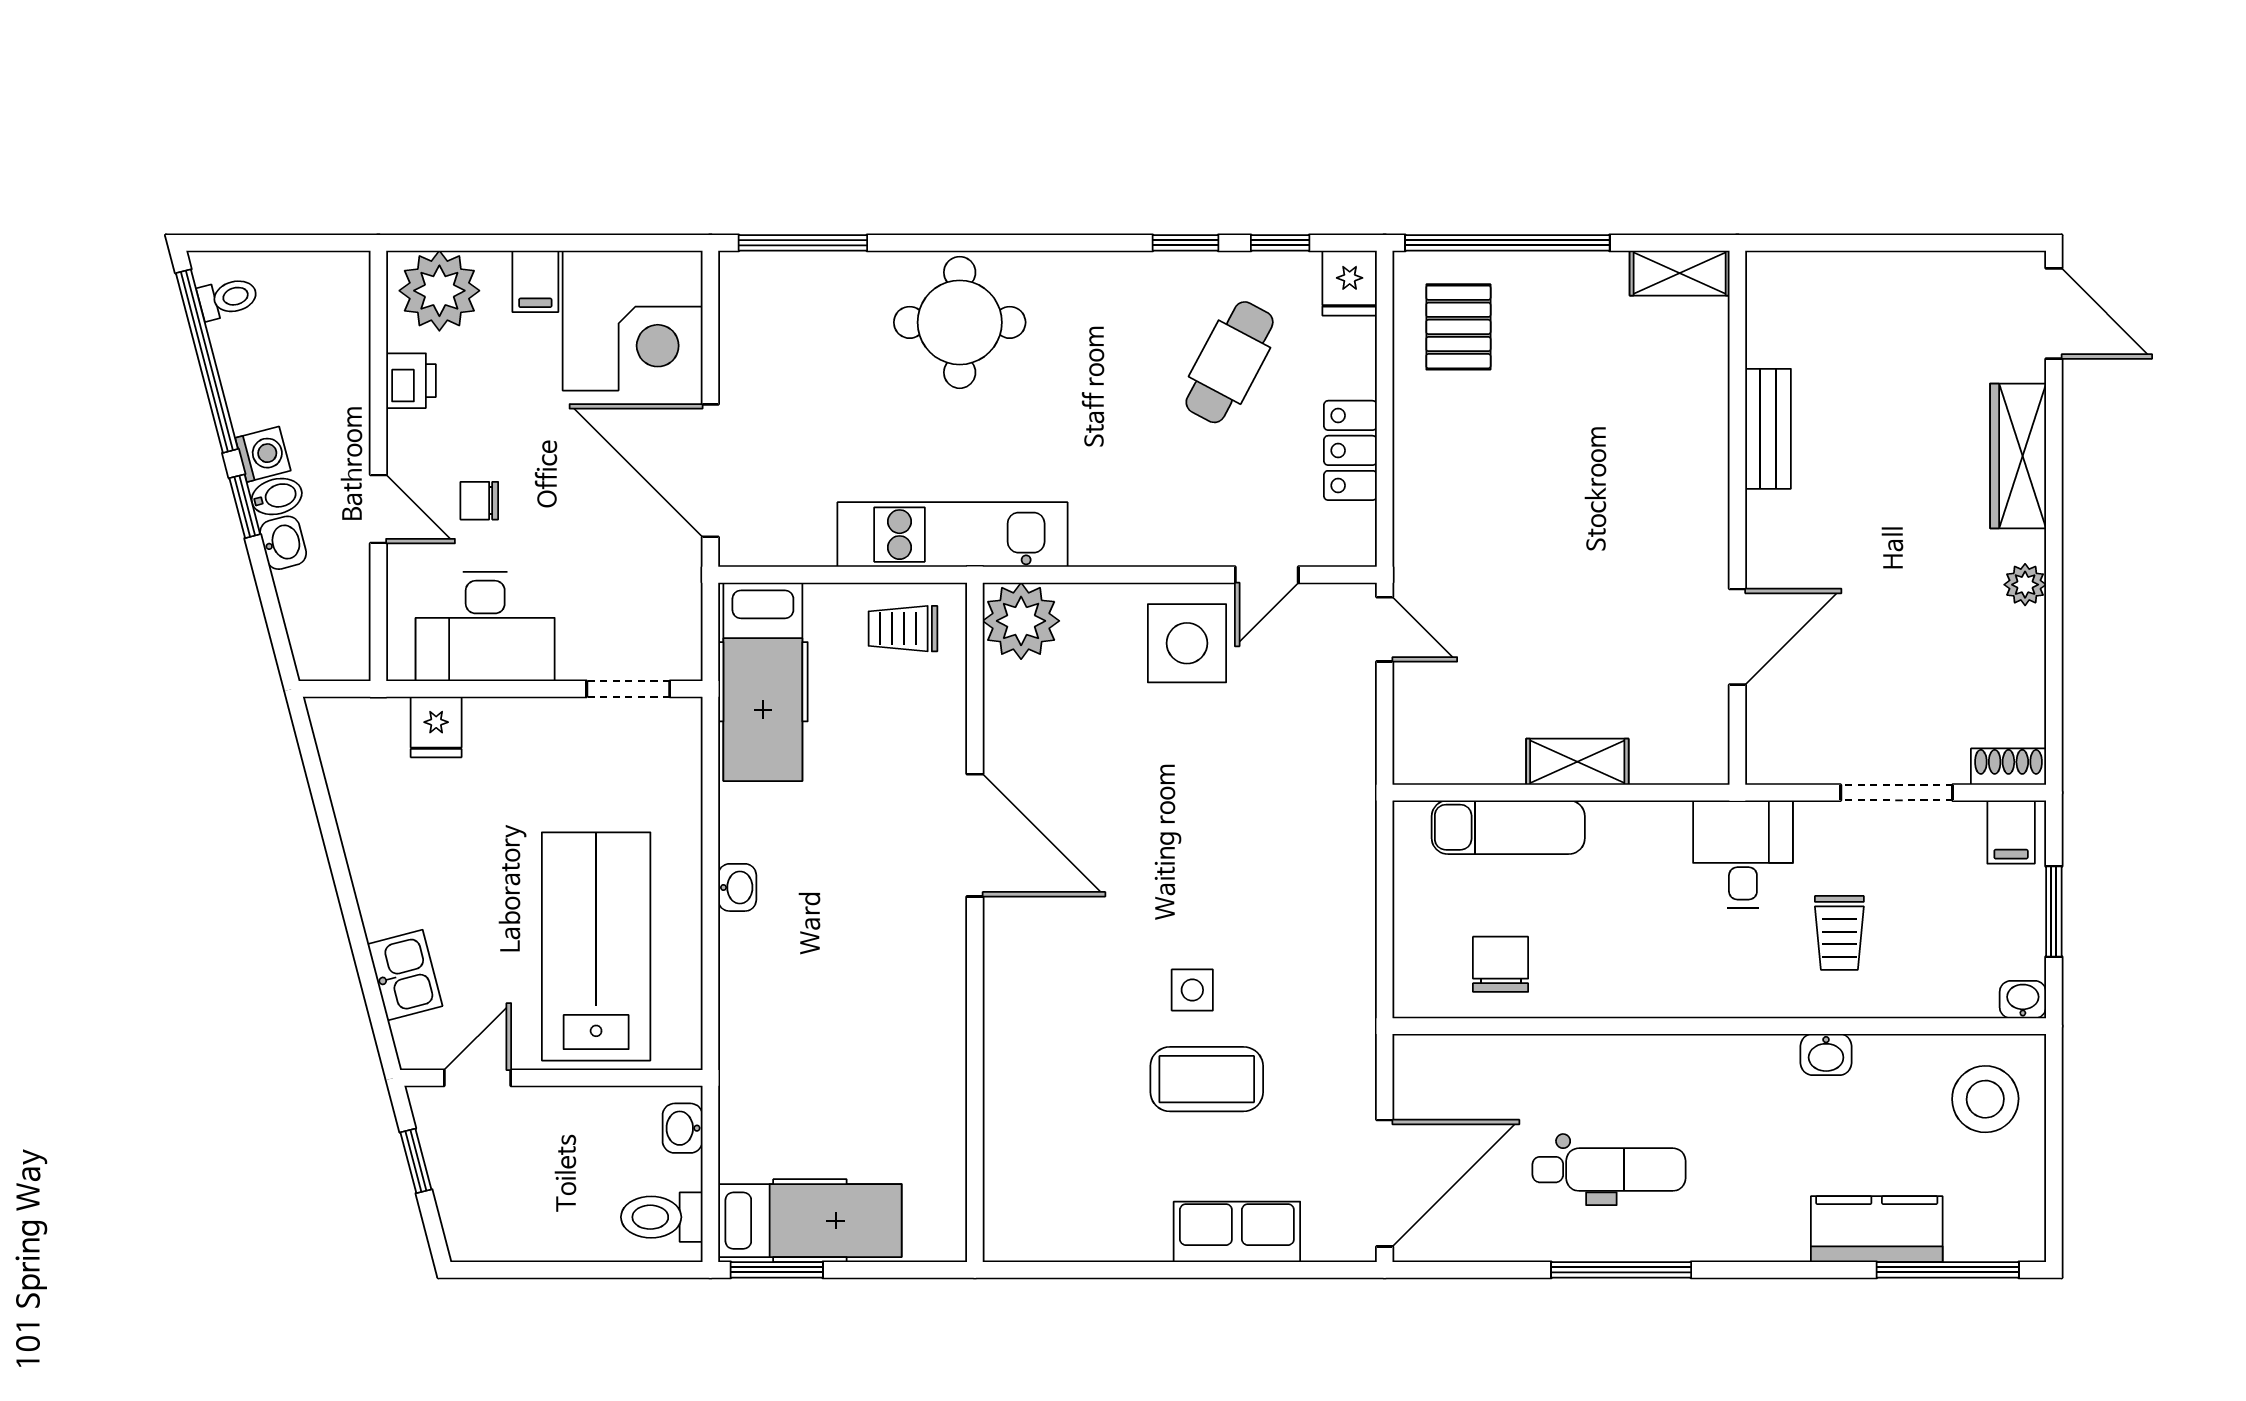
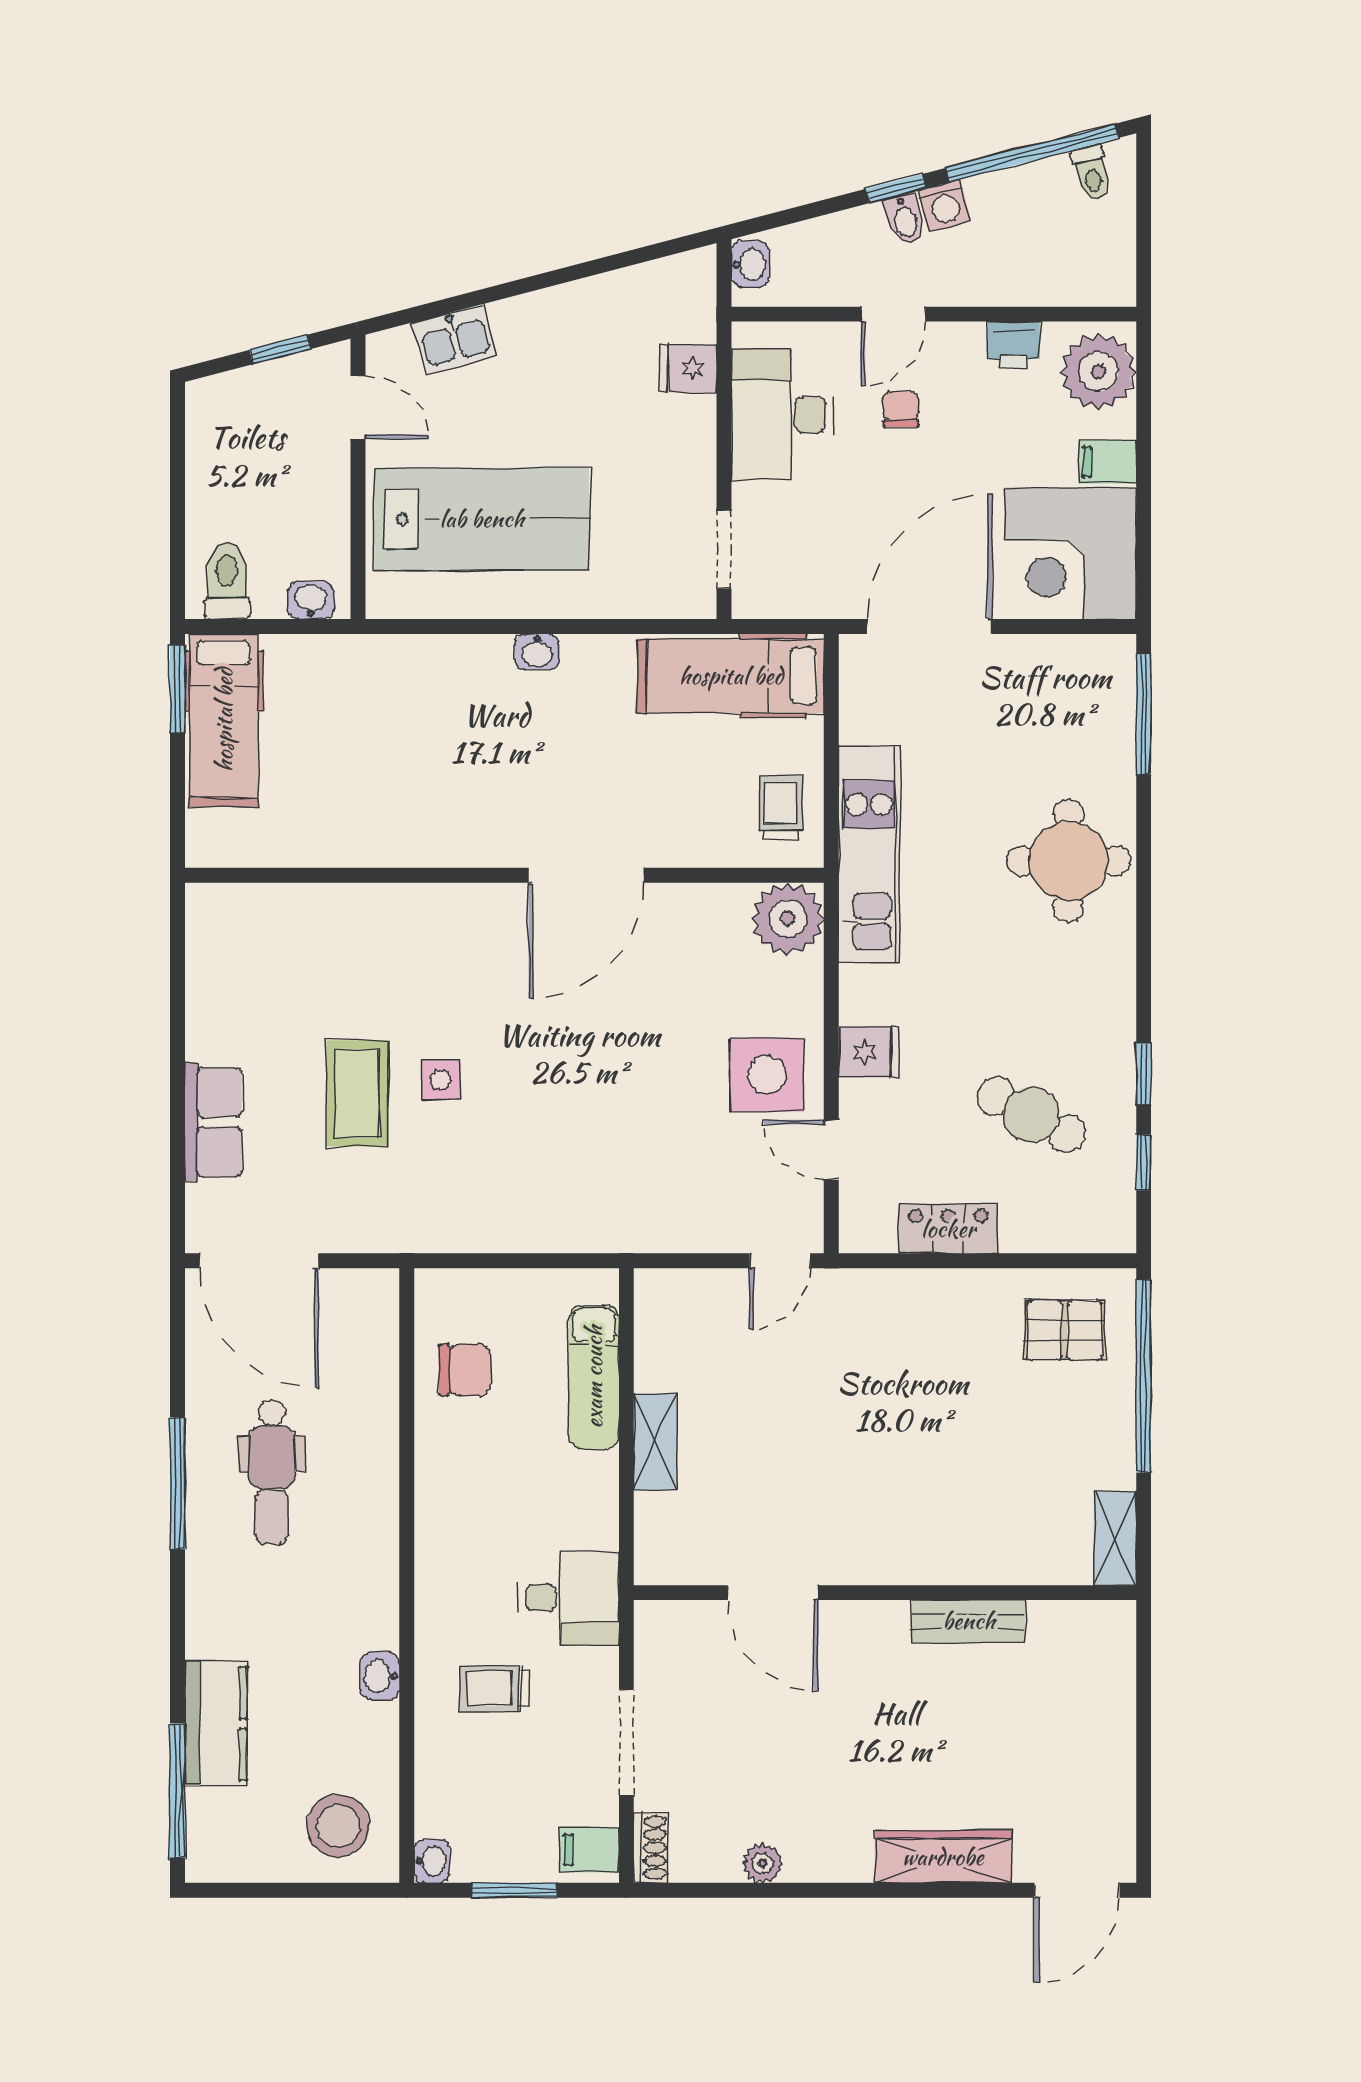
fridge: (1350, 283) -> (869, 1052), moved, turned 180
washbasin: (283, 543) -> (750, 264), moved, turned -75
plant: (2025, 585) -> (762, 1863), moved

